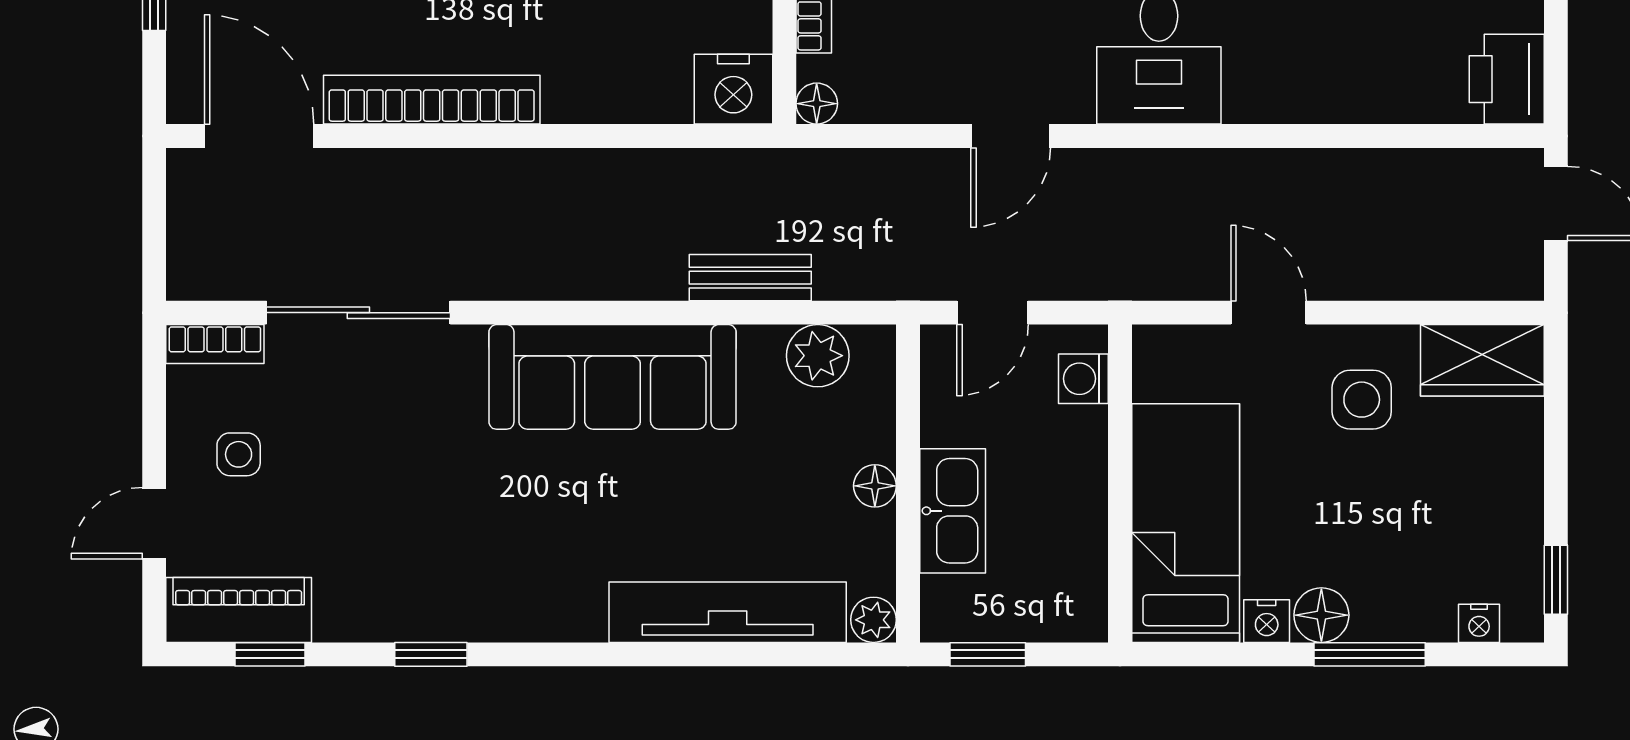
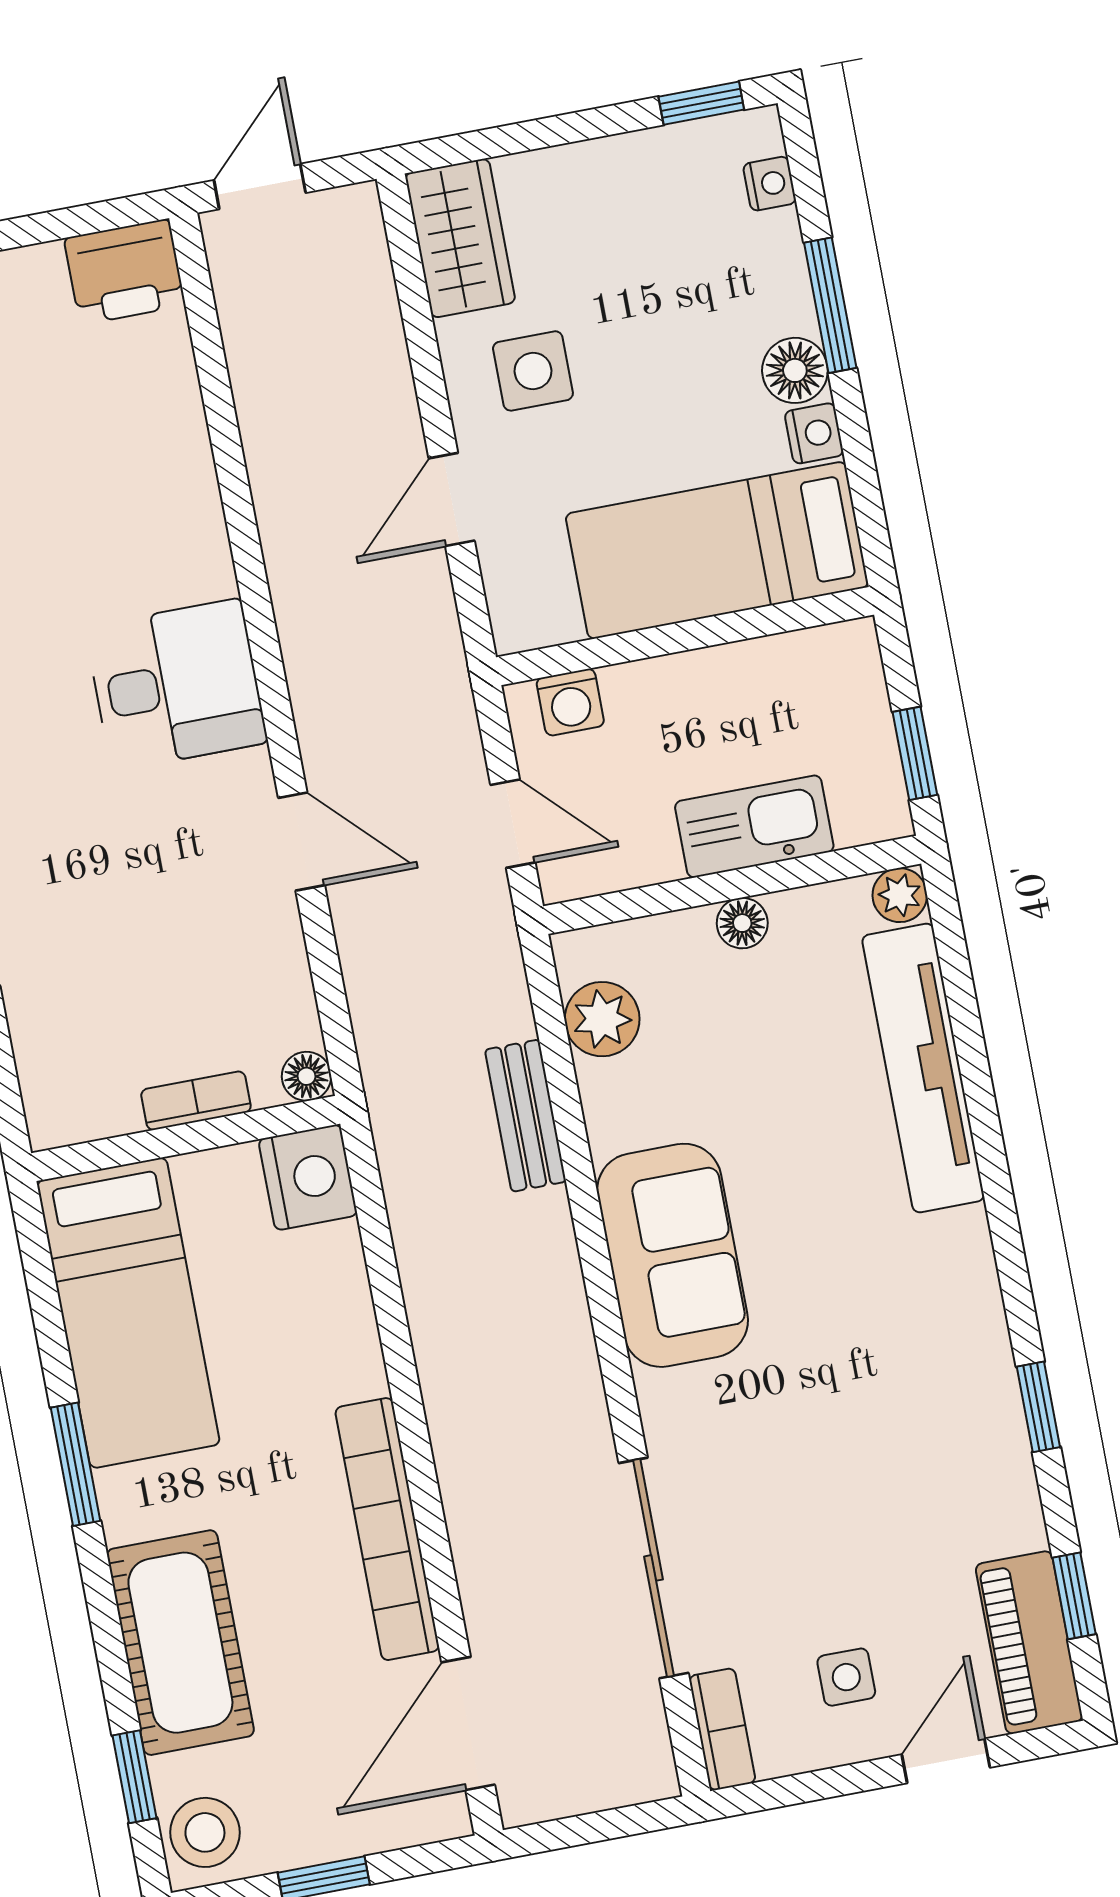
sofa: (613, 377) -> (673, 1255), width x0.73
door: (154, 523) -> (946, 1761), swing flipped

